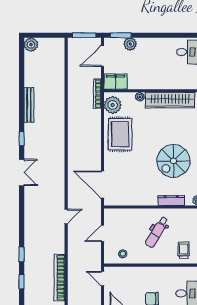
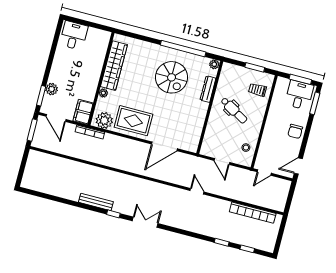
plant: (31, 45) -> (28, 182), removed
bench: (29, 105) -> (96, 202), moved
door: (103, 185) -> (164, 146), moved

